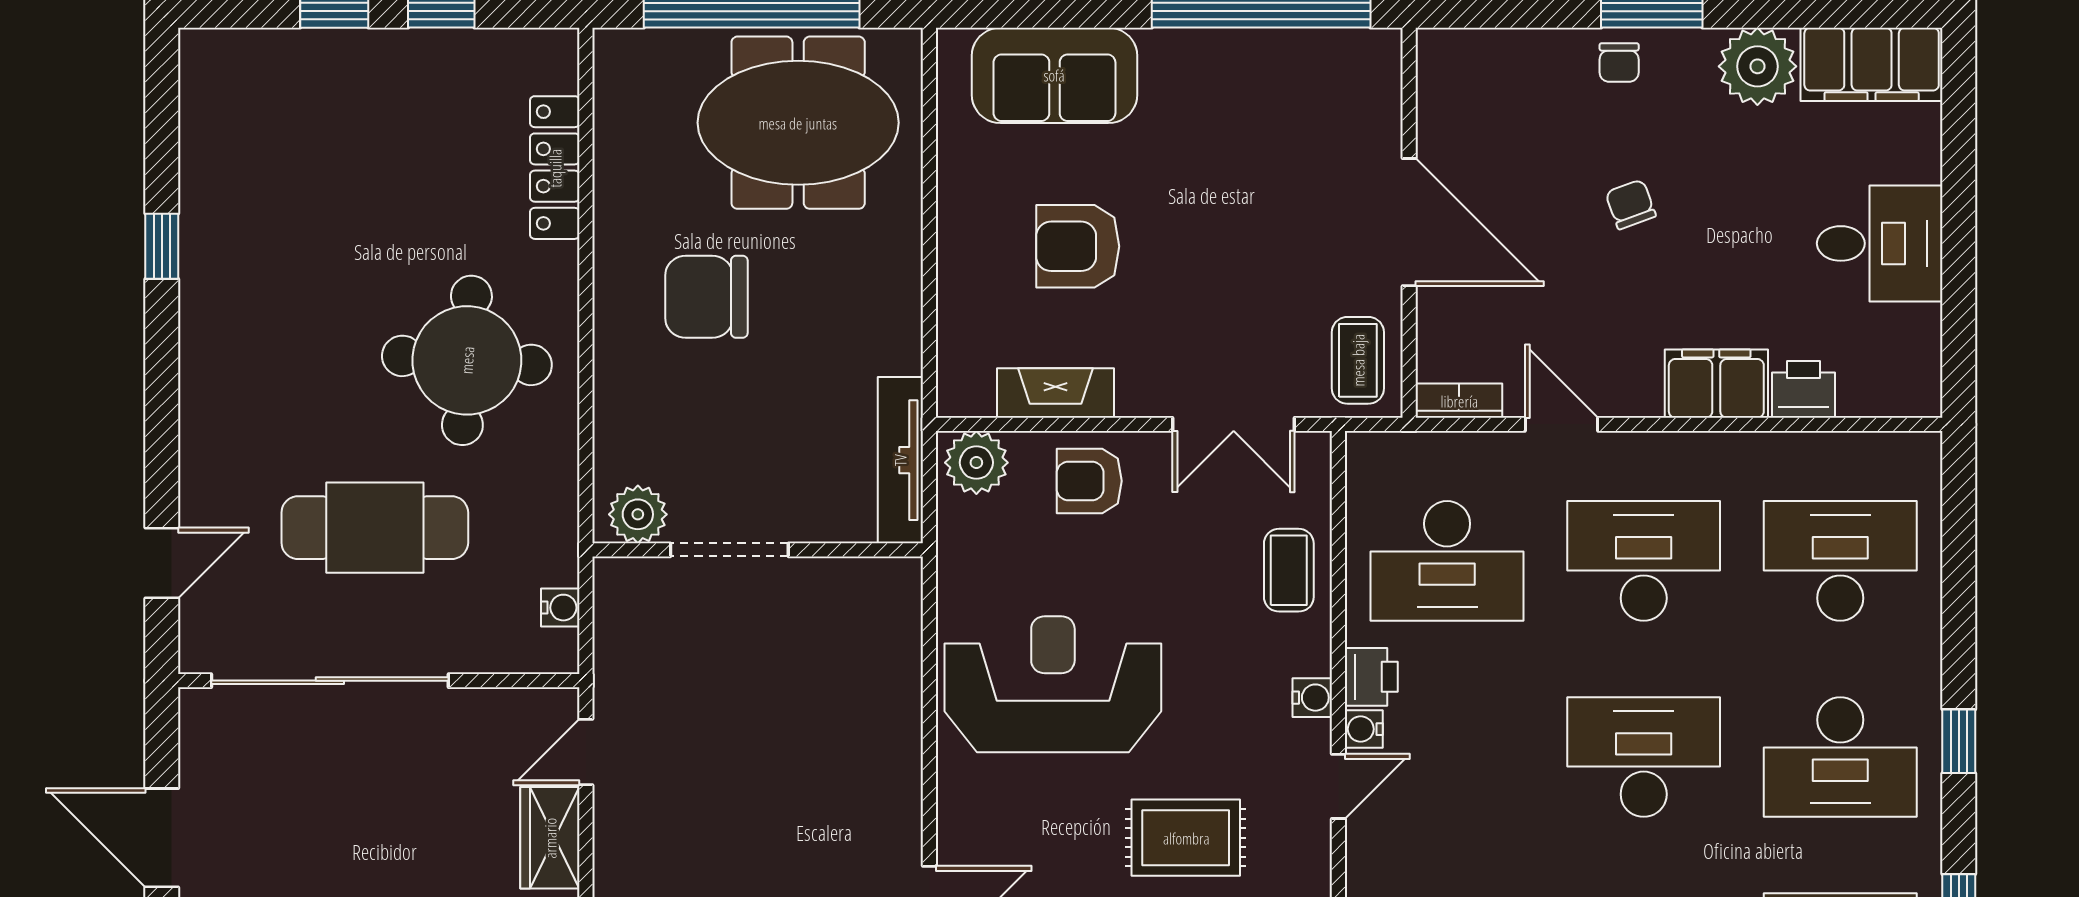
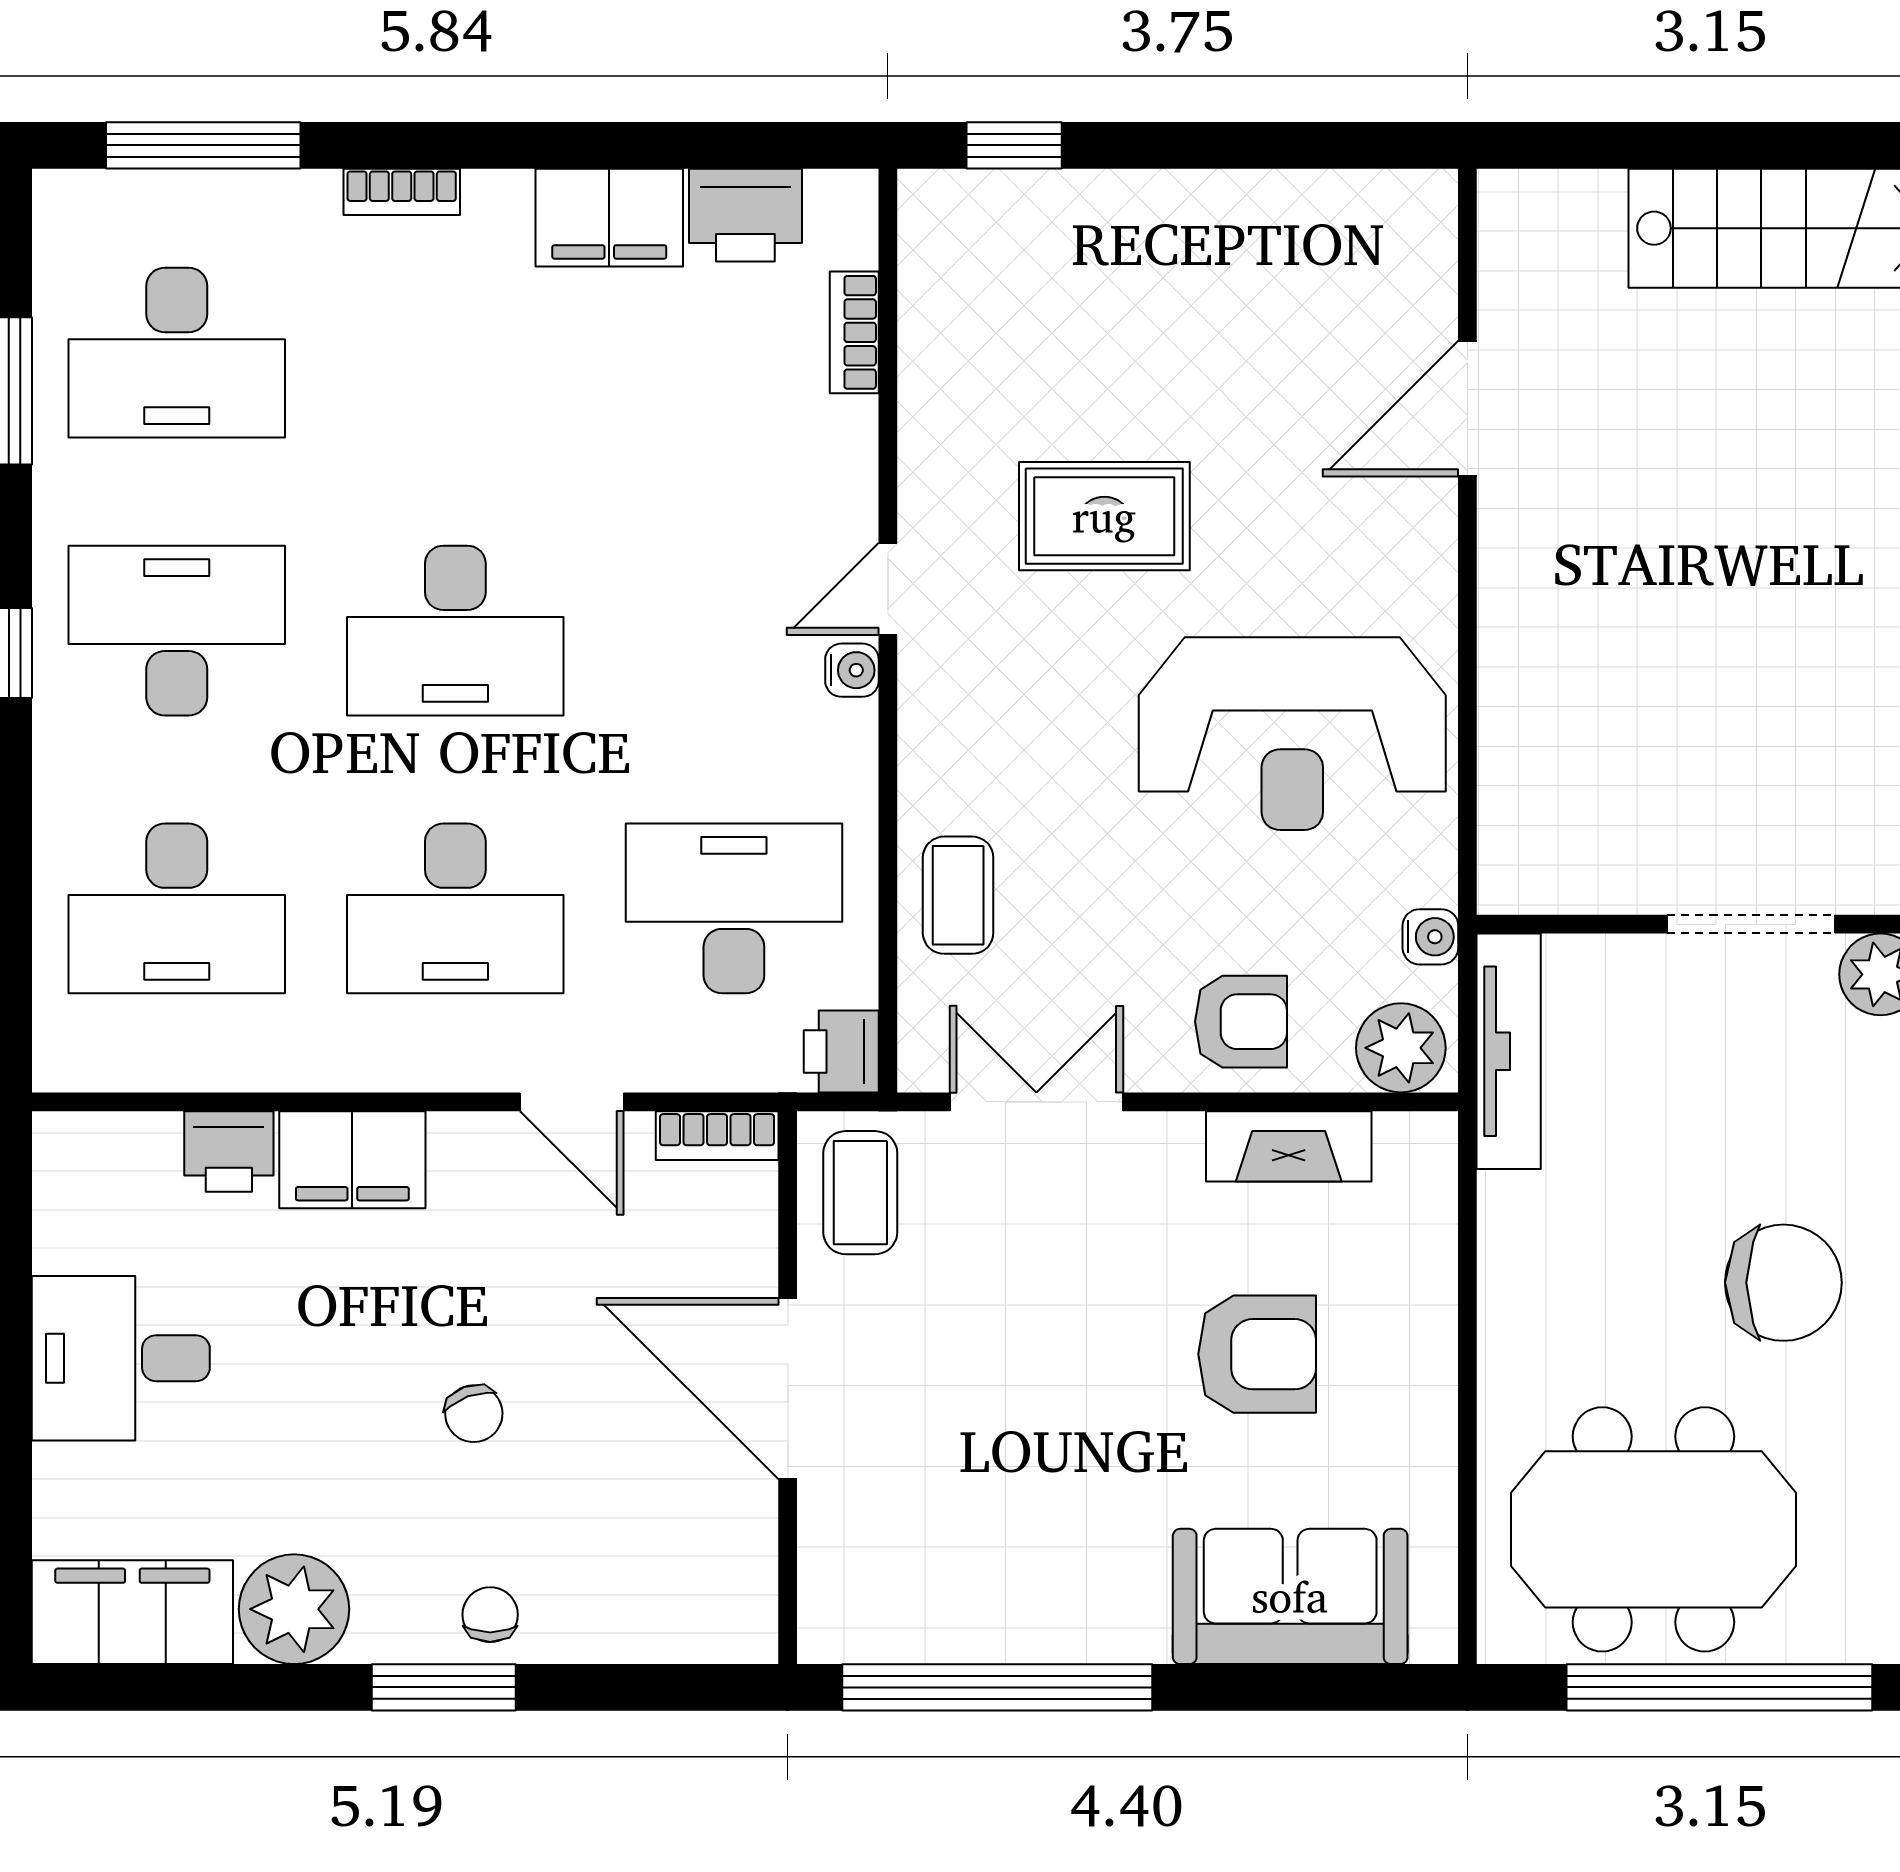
printer: (1371, 677) -> (841, 1051), moved
water cooler: (1312, 698) -> (1430, 937), moved, turned 180

